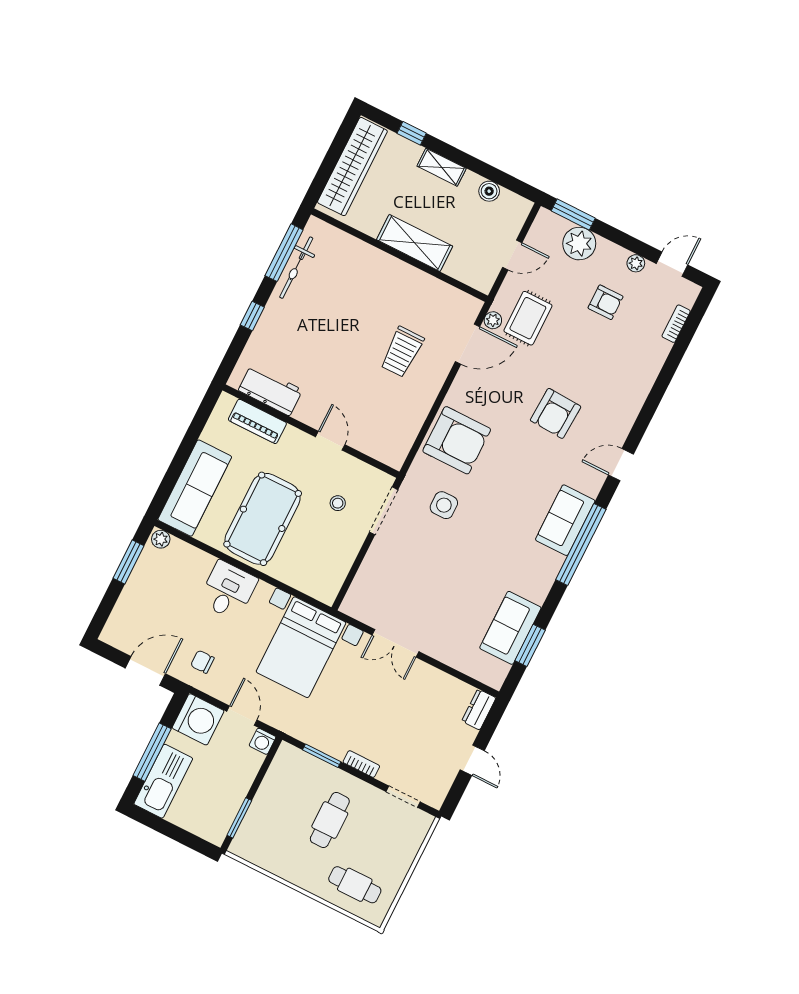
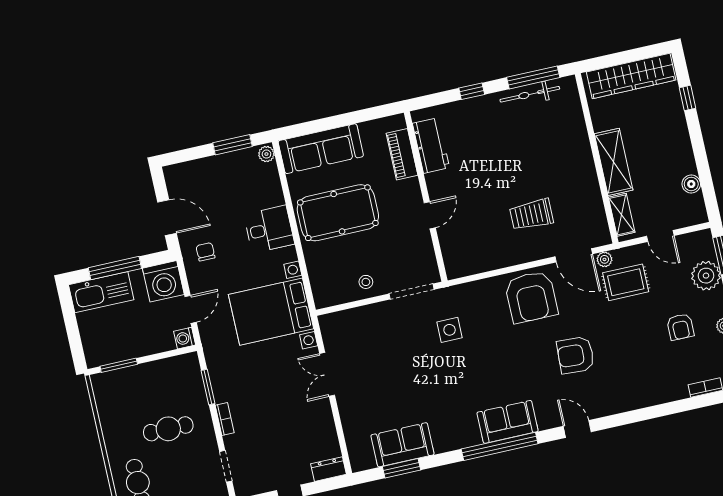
shelving: (442, 167) -> (622, 215), moved
armchair: (457, 440) -> (531, 297), moved
stool: (338, 503) -> (366, 282), moved

